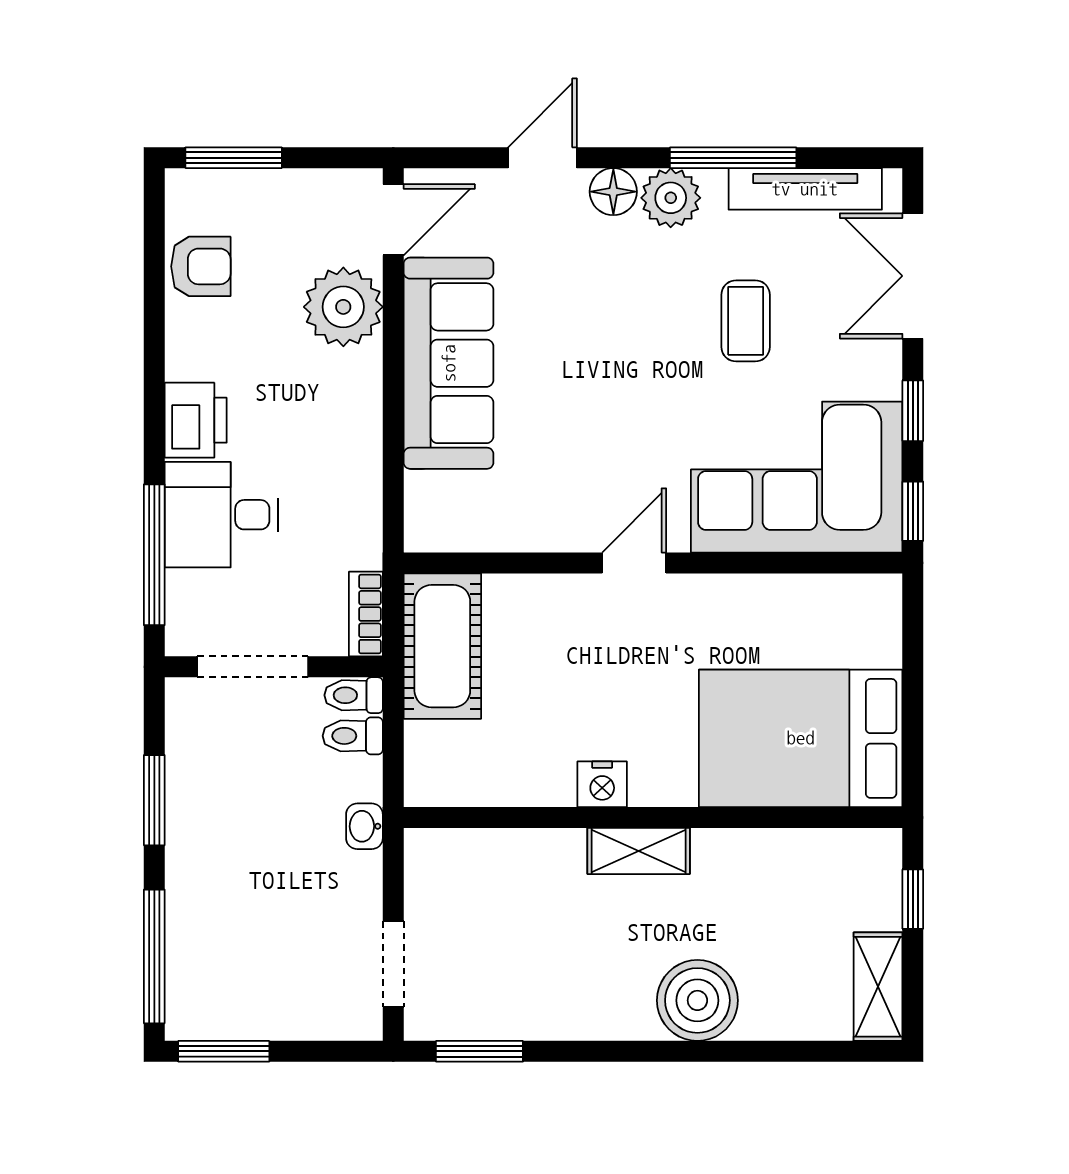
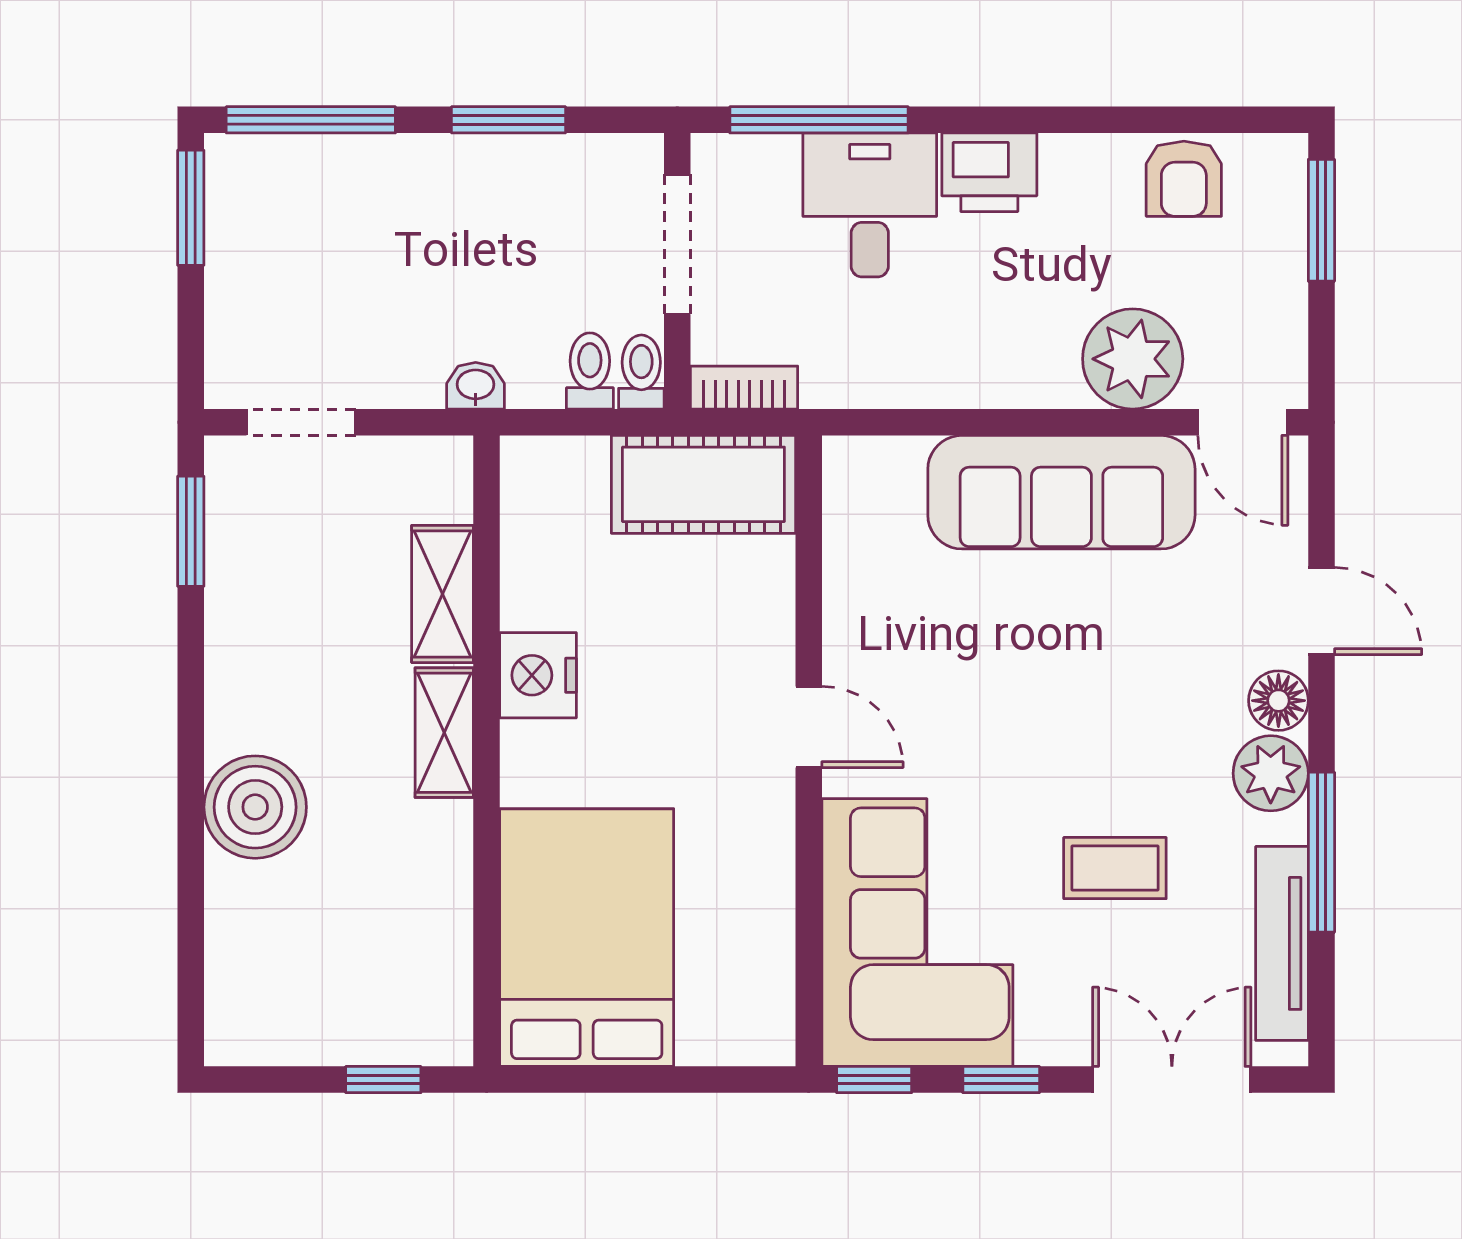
nightstand: (602, 784) -> (538, 675), width x1.36, depth x1.33
shelving: (878, 987) -> (443, 594), moved, turned 90

